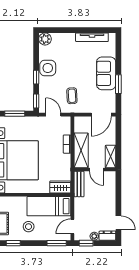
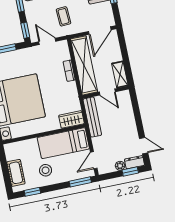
shelving: (81, 150) -> (84, 65), width x1.47
bench: (79, 184) -> (92, 117), width x1.36
window: (86, 243) -> (130, 172), moved

